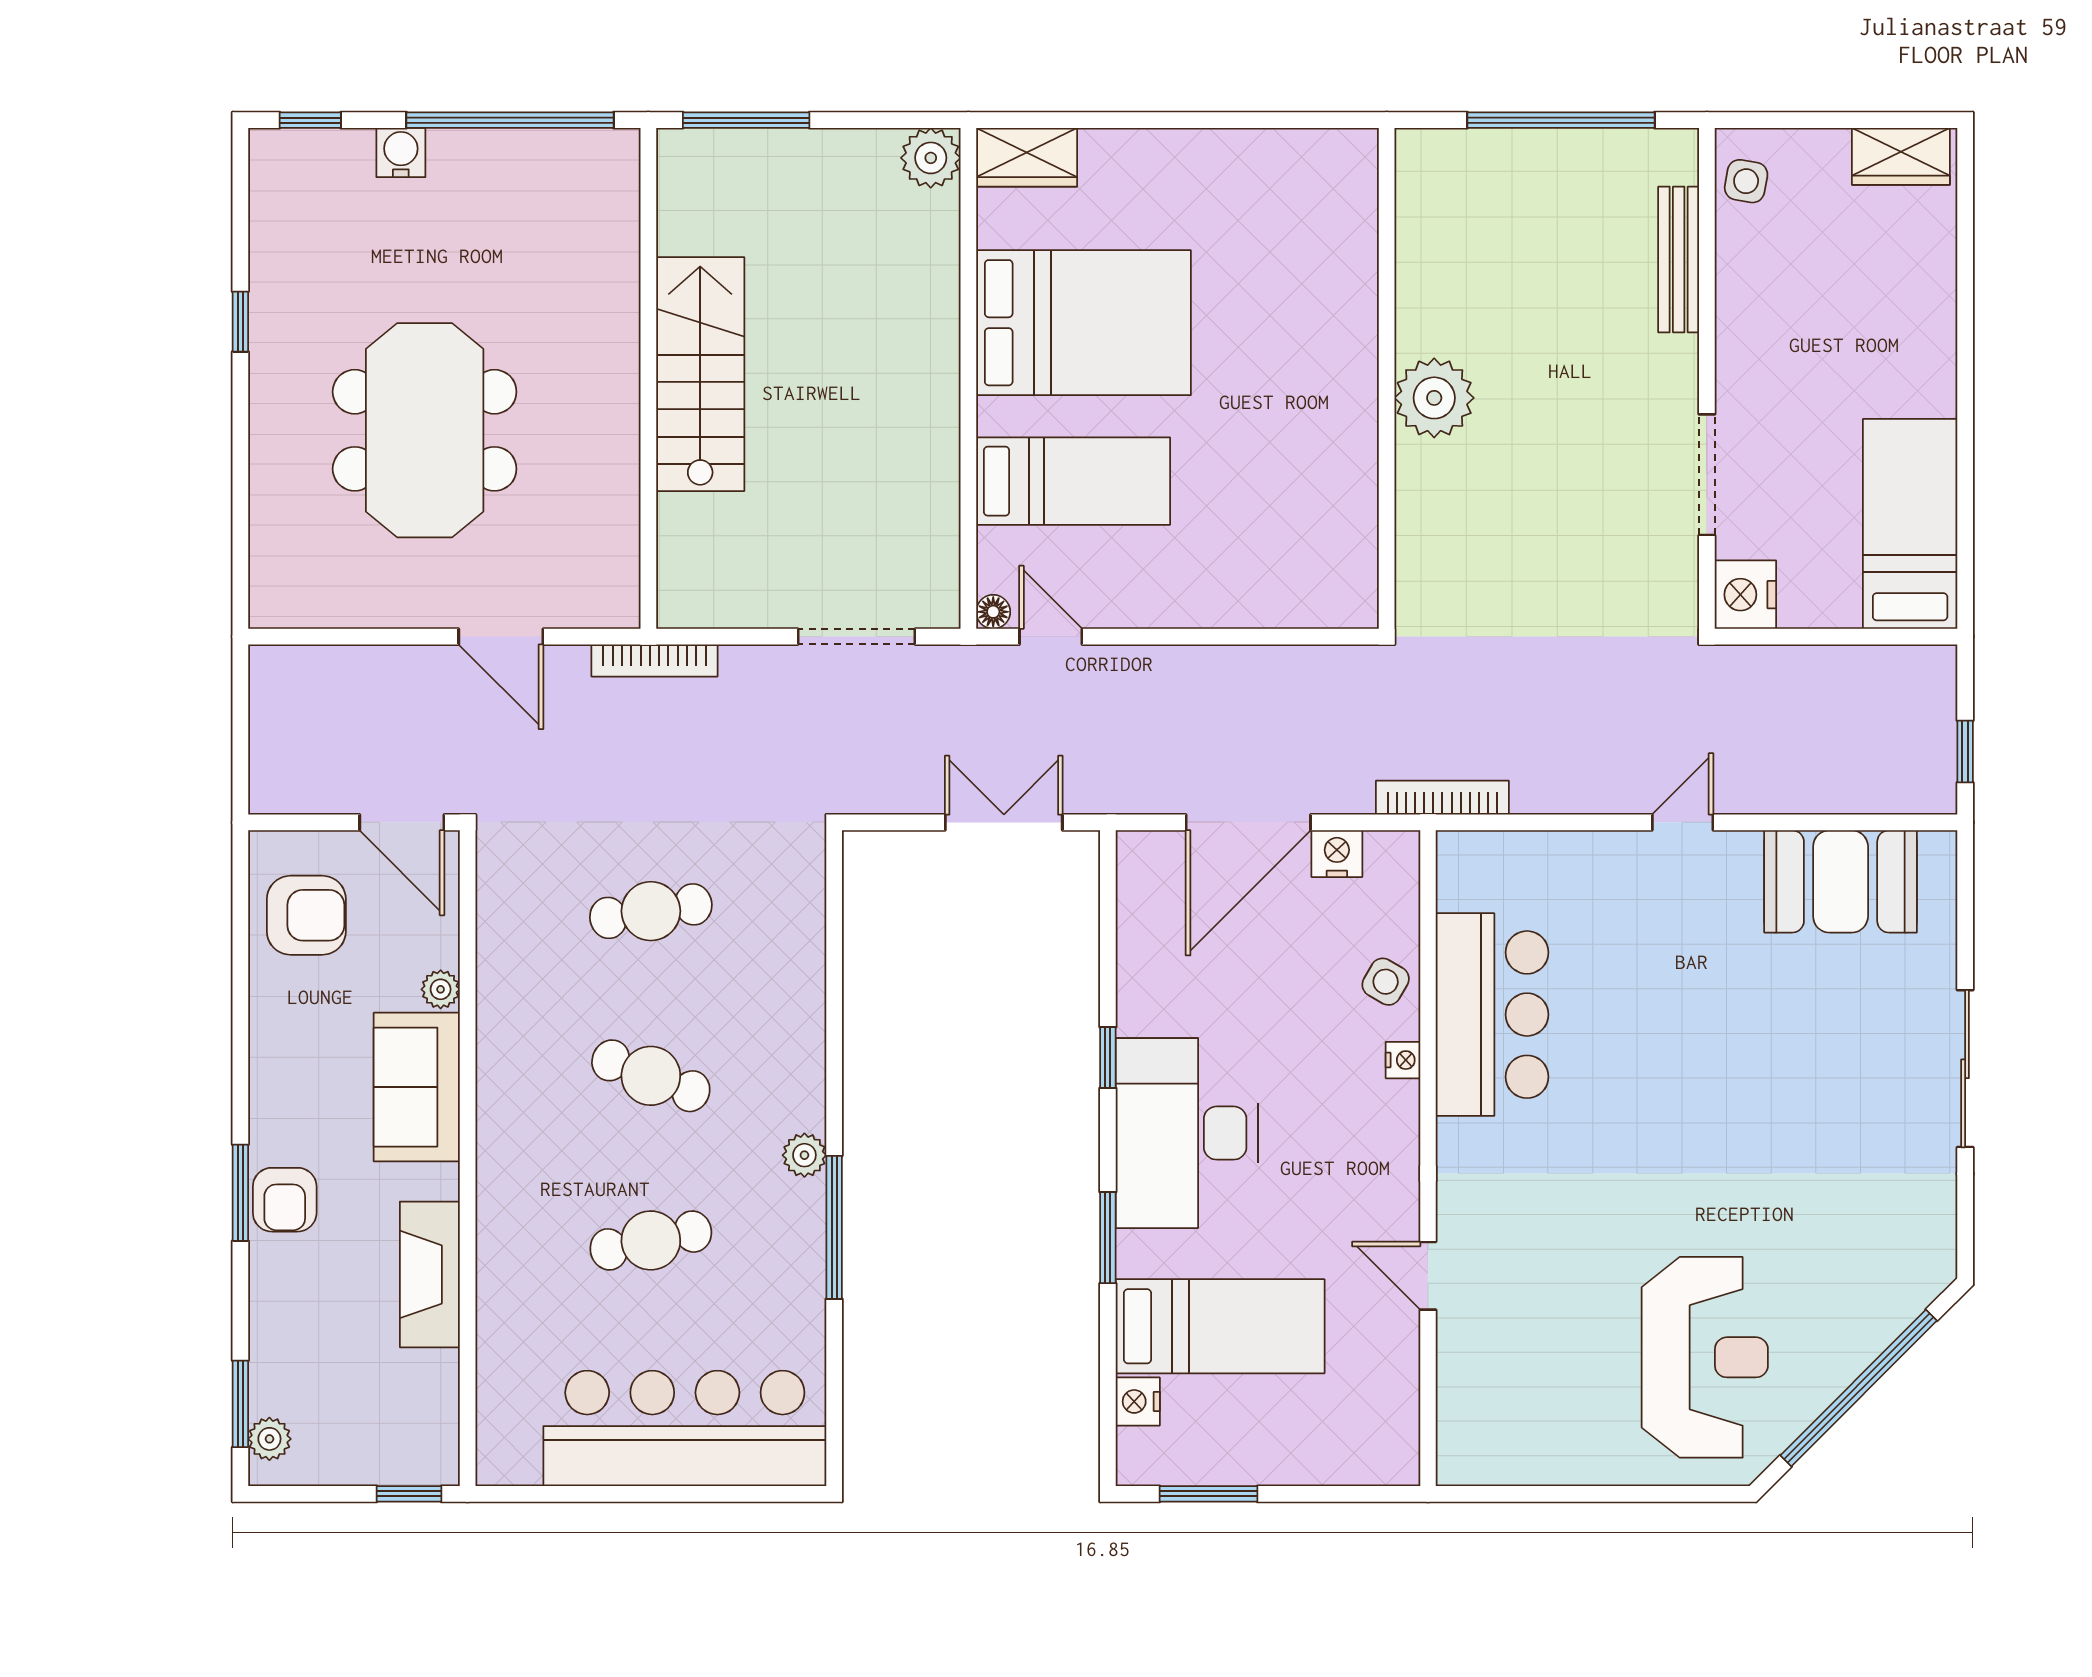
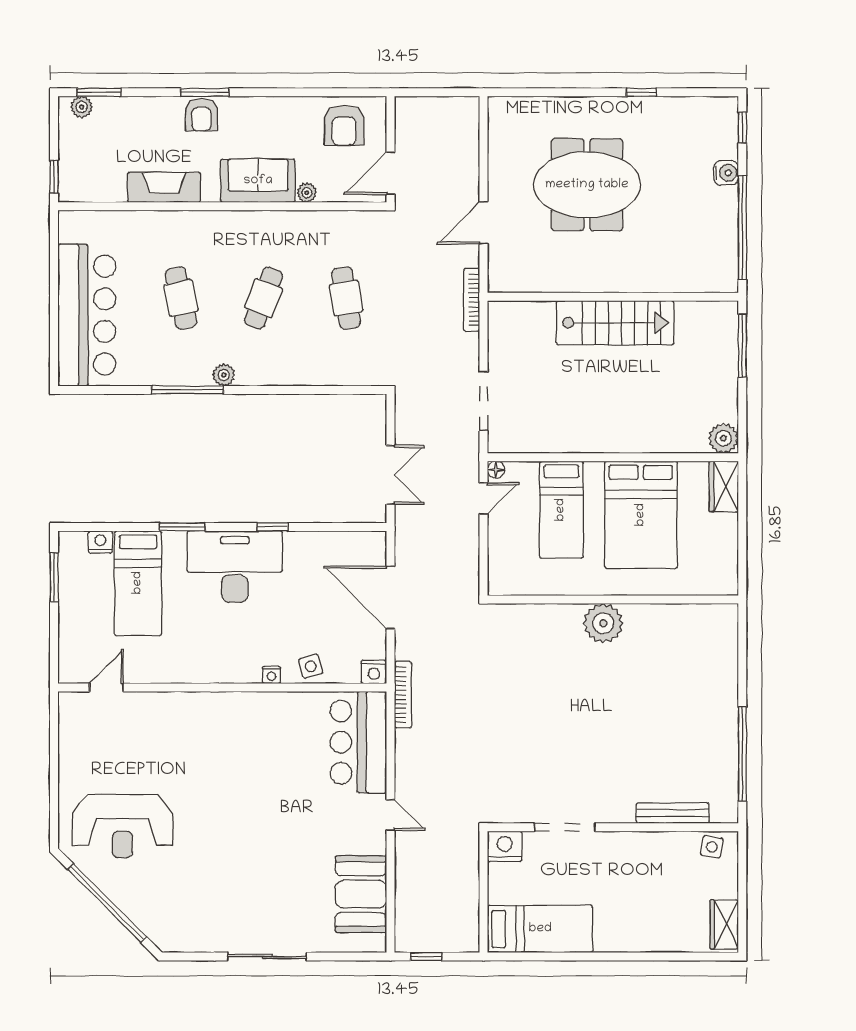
wall: (1387, 378) -> (613, 599), moved
plant: (1434, 398) -> (603, 623), moved
nightstand: (1337, 854) -> (374, 672), moved, turned 90
side table: (1386, 982) -> (311, 666), turned 45
bar counter: (1492, 1015) -> (358, 742), moved, turned 90
armchair: (285, 1200) -> (201, 115), turned -90
door: (1428, 1276) -> (106, 687), moved

